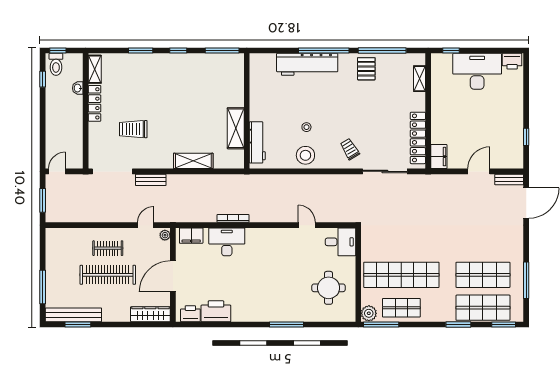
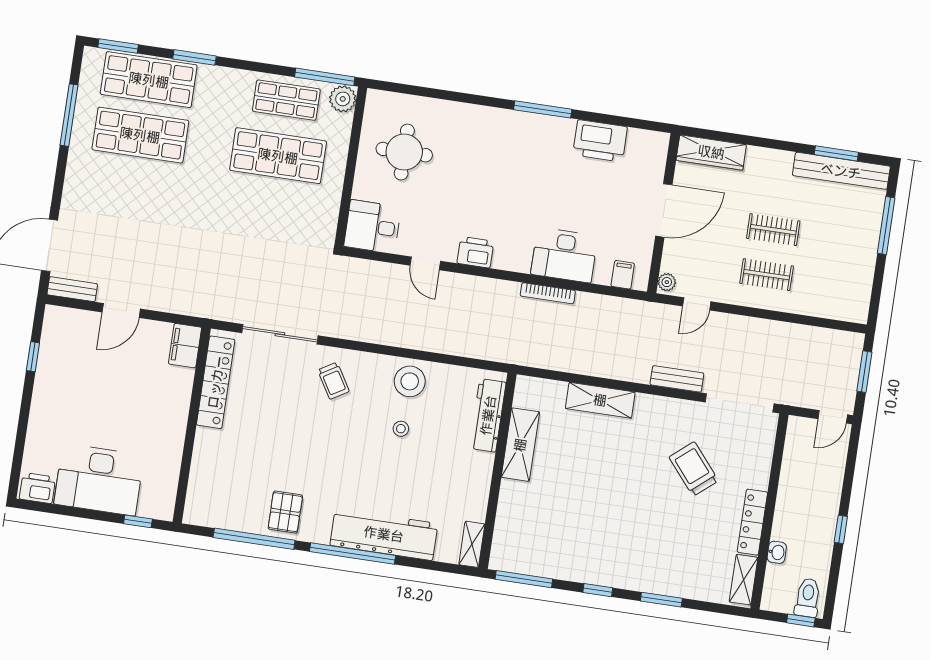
window: (43, 79) -> (841, 529), moved
shelving: (420, 79) -> (472, 544), moved
trolley: (133, 129) -> (694, 469), turned -130
filing cabinet: (191, 236) -> (623, 275), width x0.50
clothes rail: (108, 275) -> (773, 230), width x0.54, depth x0.76
shop shelf: (401, 275) -> (278, 156), width x0.71
printer: (190, 314) -> (475, 252), moved, turned 180
window: (287, 325) -> (543, 109), moved

